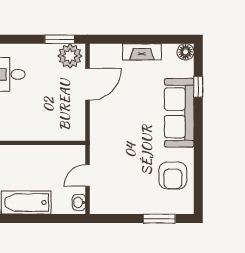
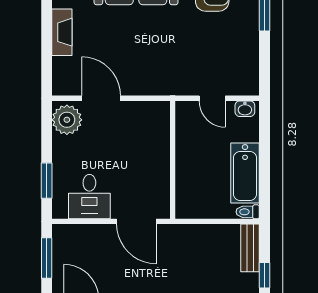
window: (60, 39) -> (47, 181), moved

